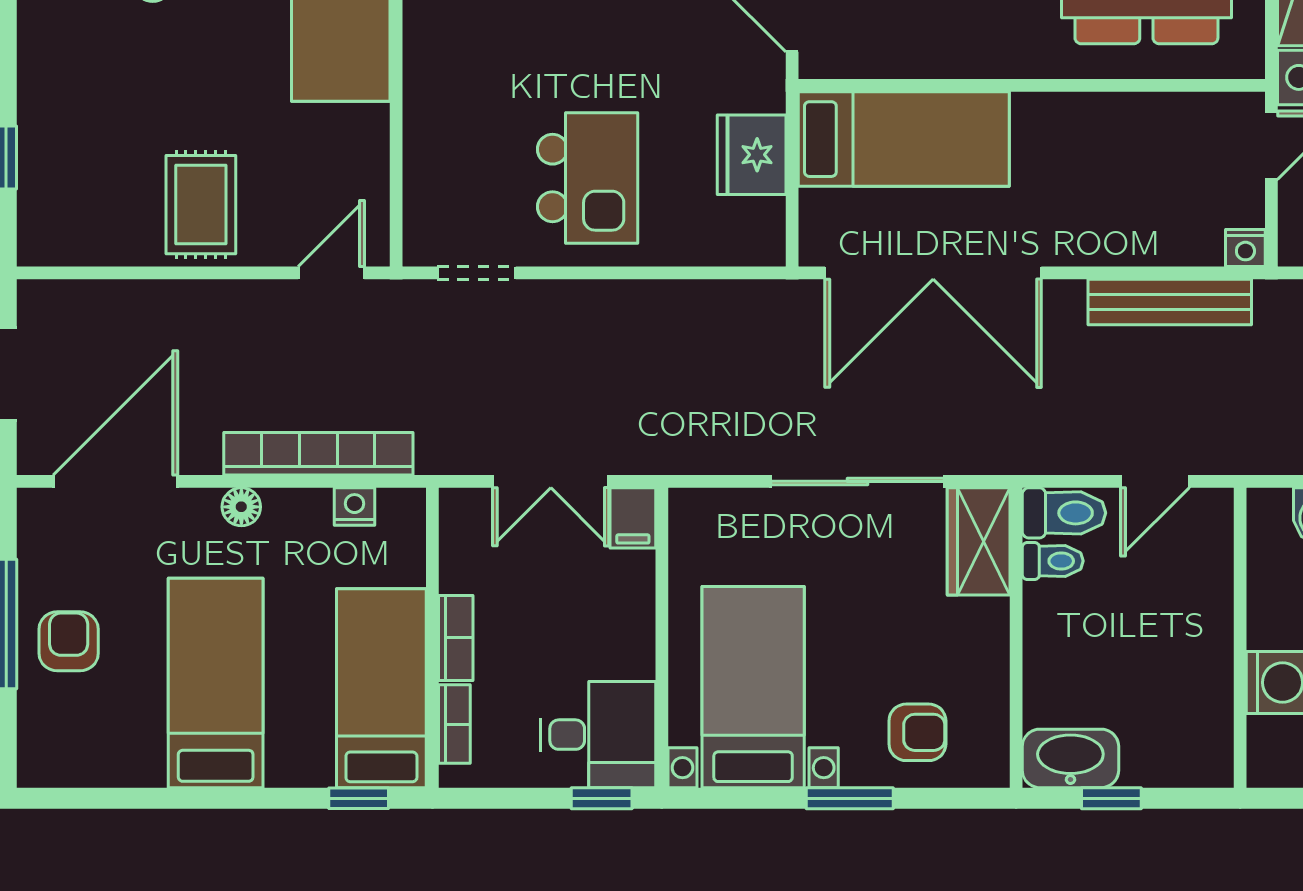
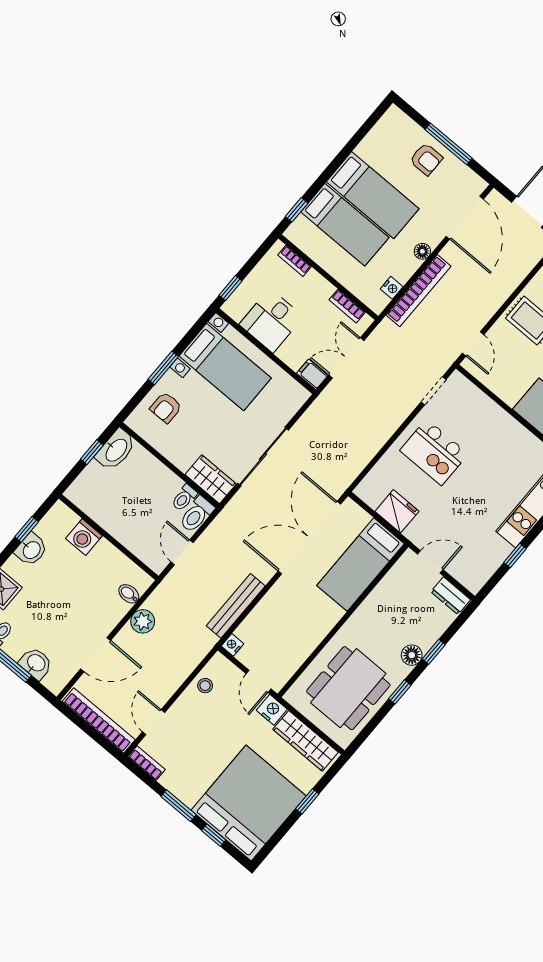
bookcase: (456, 638) -> (347, 306), moved
bed: (381, 688) -> (345, 225), moved
desk: (598, 735) -> (271, 321), moved

